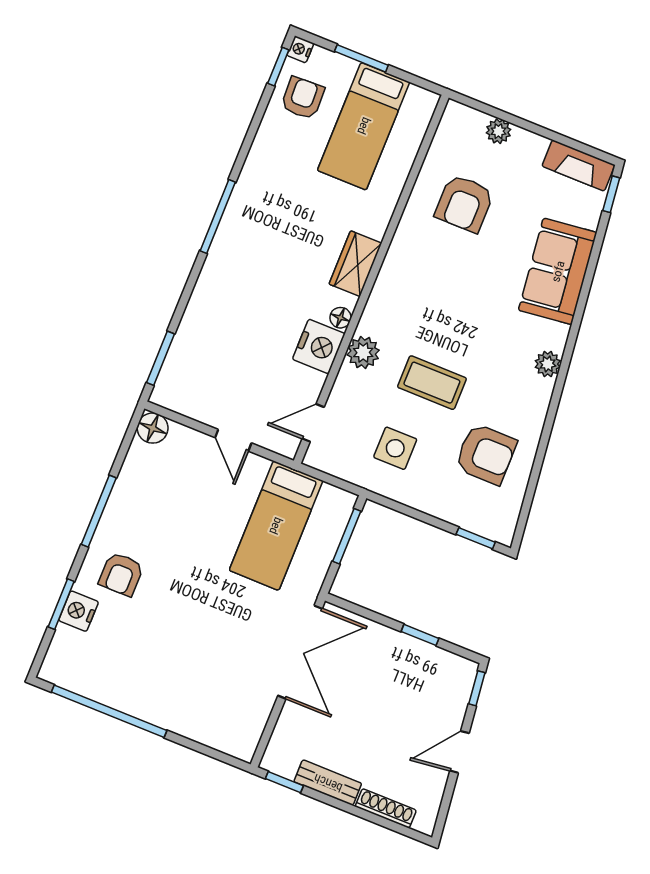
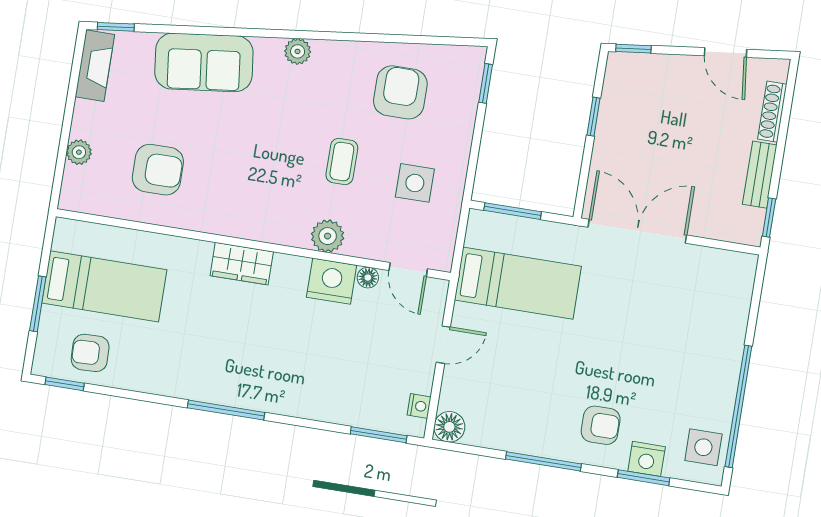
nightstand: (300, 49) -> (419, 406), moved, turned -90
floor lamp: (340, 318) -> (368, 278), moved
coffee table: (432, 383) -> (342, 161), width x0.73, depth x0.77
side table: (77, 668) -> (703, 447), added
door: (460, 752) -> (725, 53), moved

